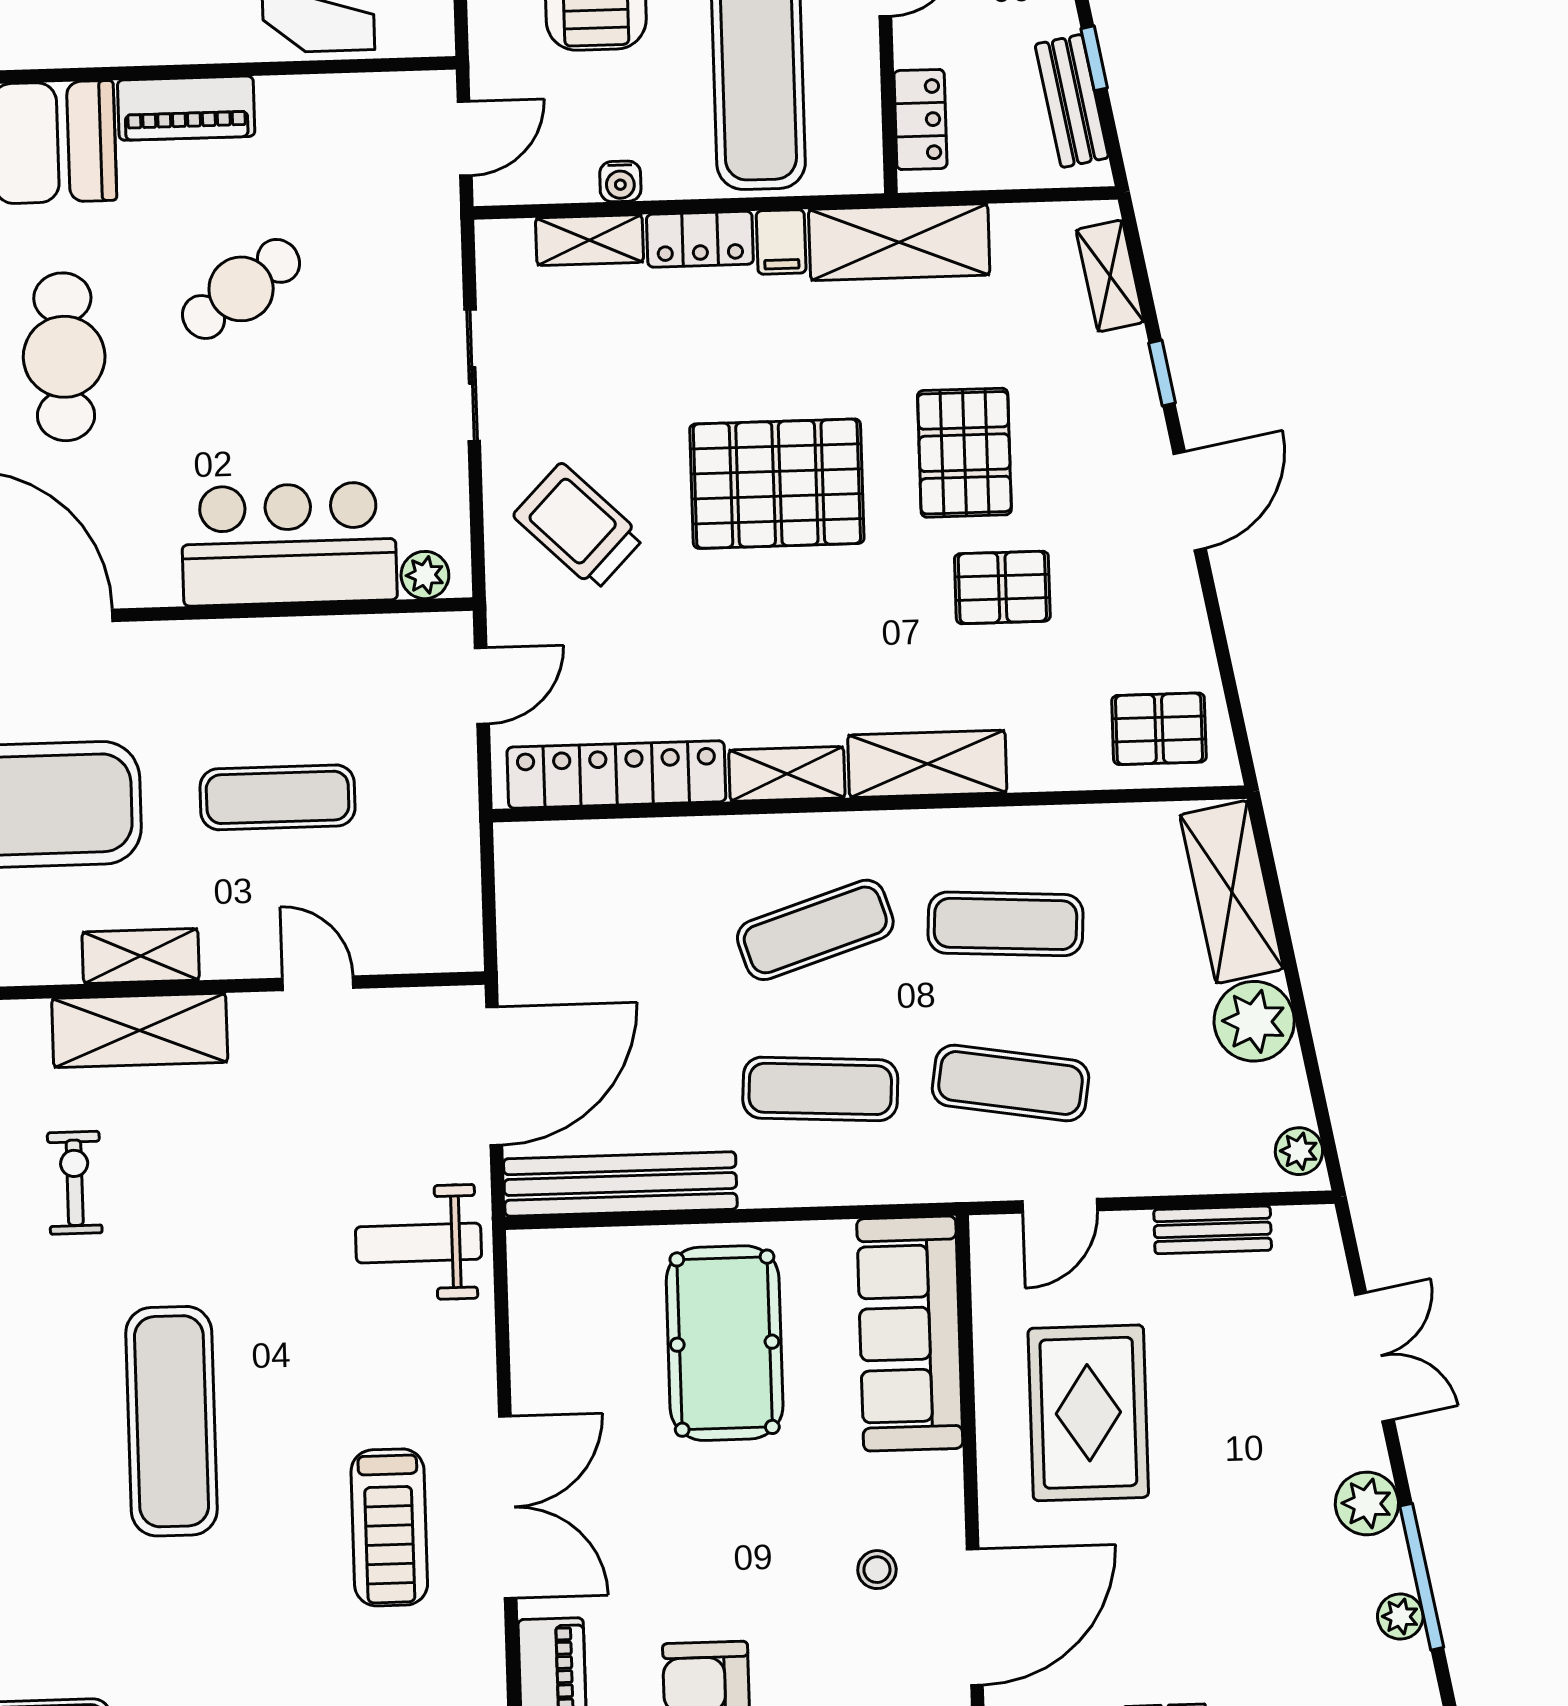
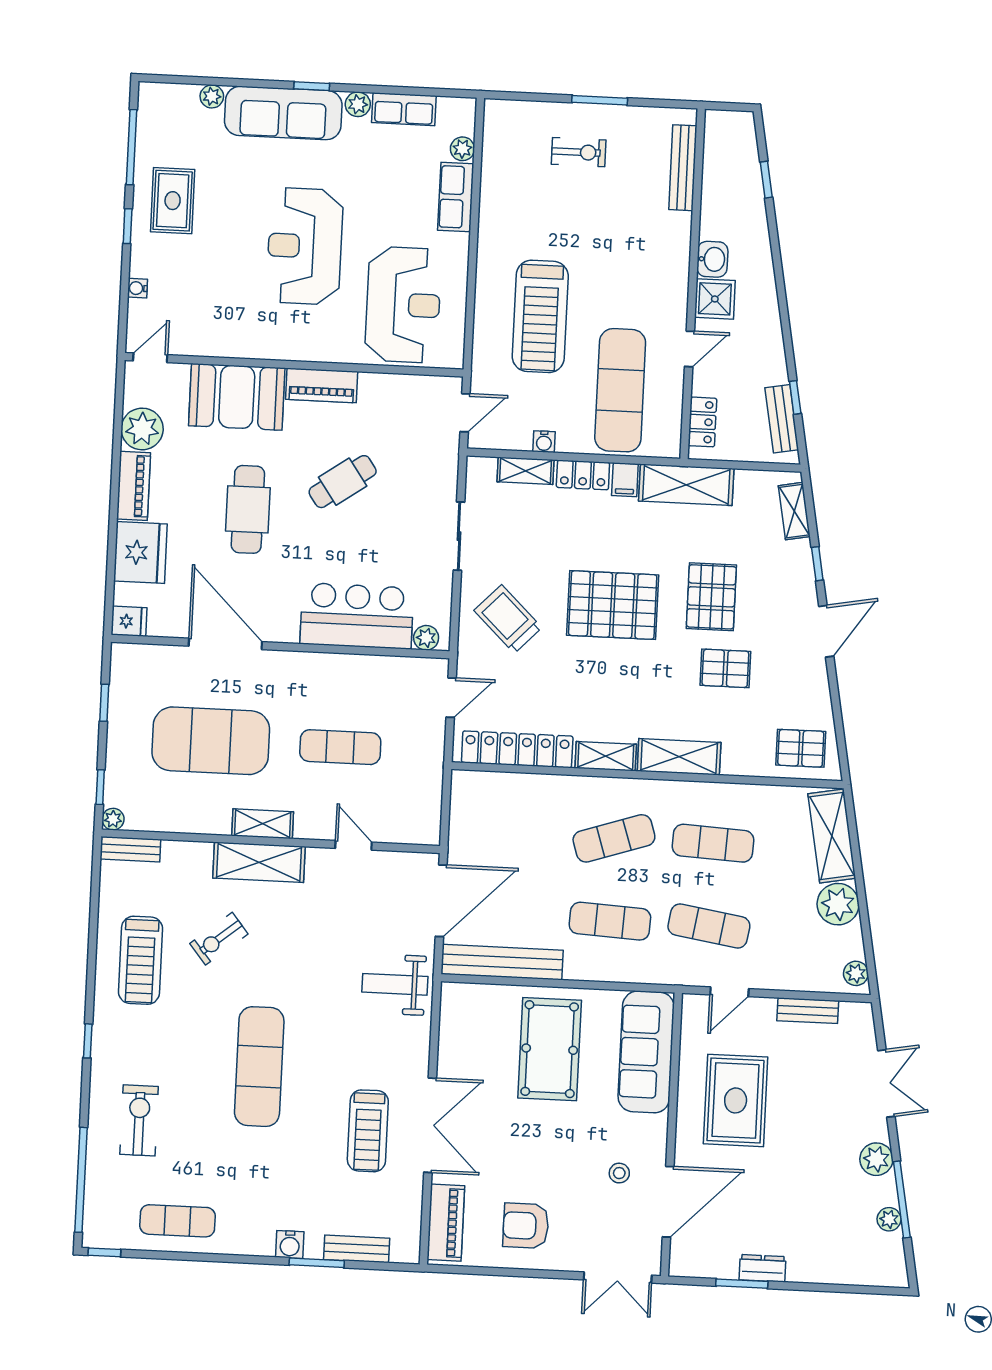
exercise bike: (75, 1183) -> (219, 939), turned -129

